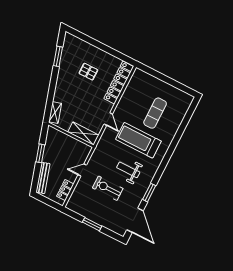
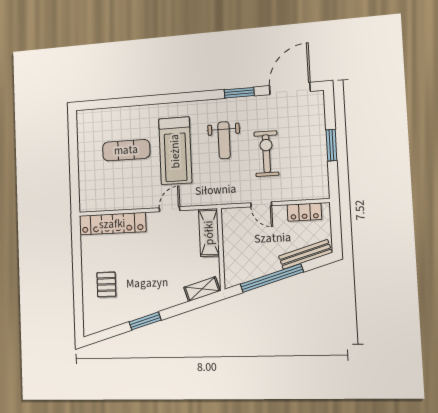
window: (58, 56) -> (145, 321), moved
pallet: (88, 72) -> (106, 284), moved
window: (40, 153) -> (272, 278), width x2.11
exercise bike: (108, 188) -> (266, 154), turned 180

